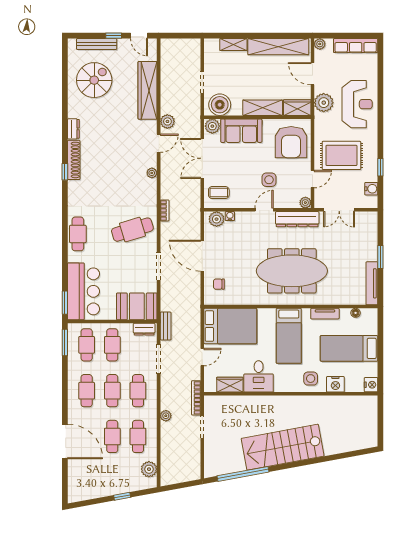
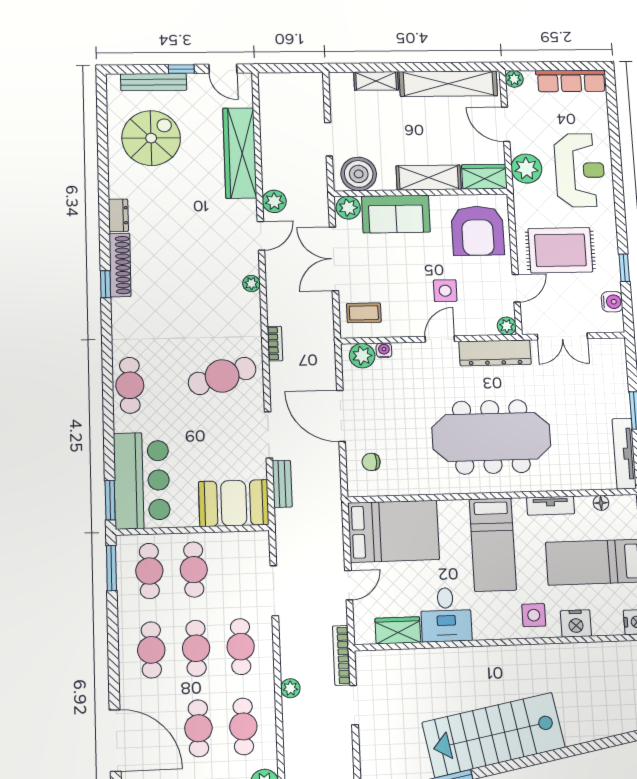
bench: (166, 326) -> (282, 484), moved
dresser: (144, 329) -> (248, 541), removed

